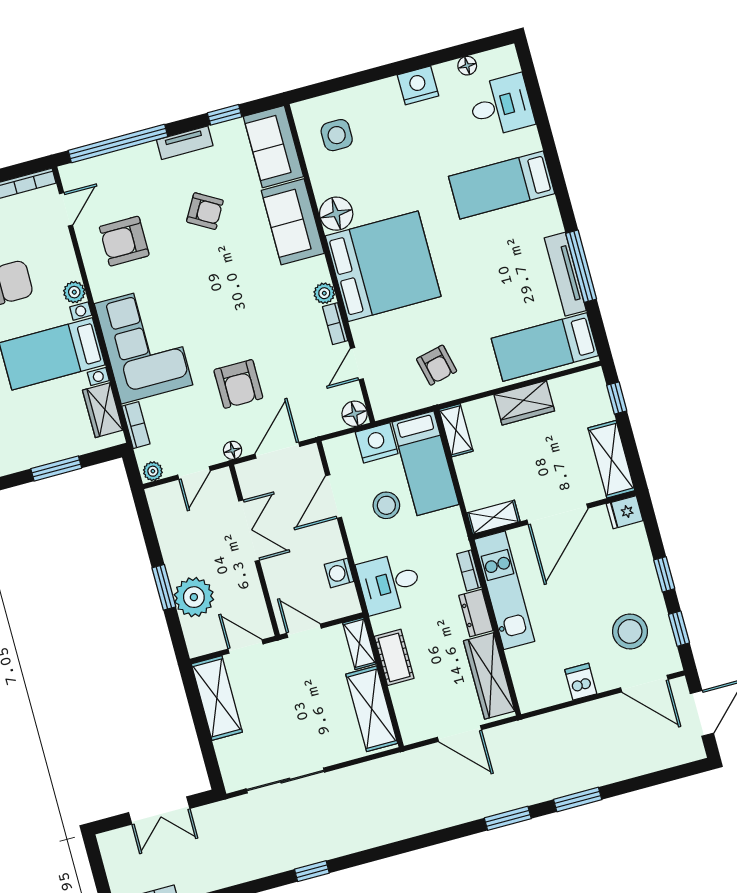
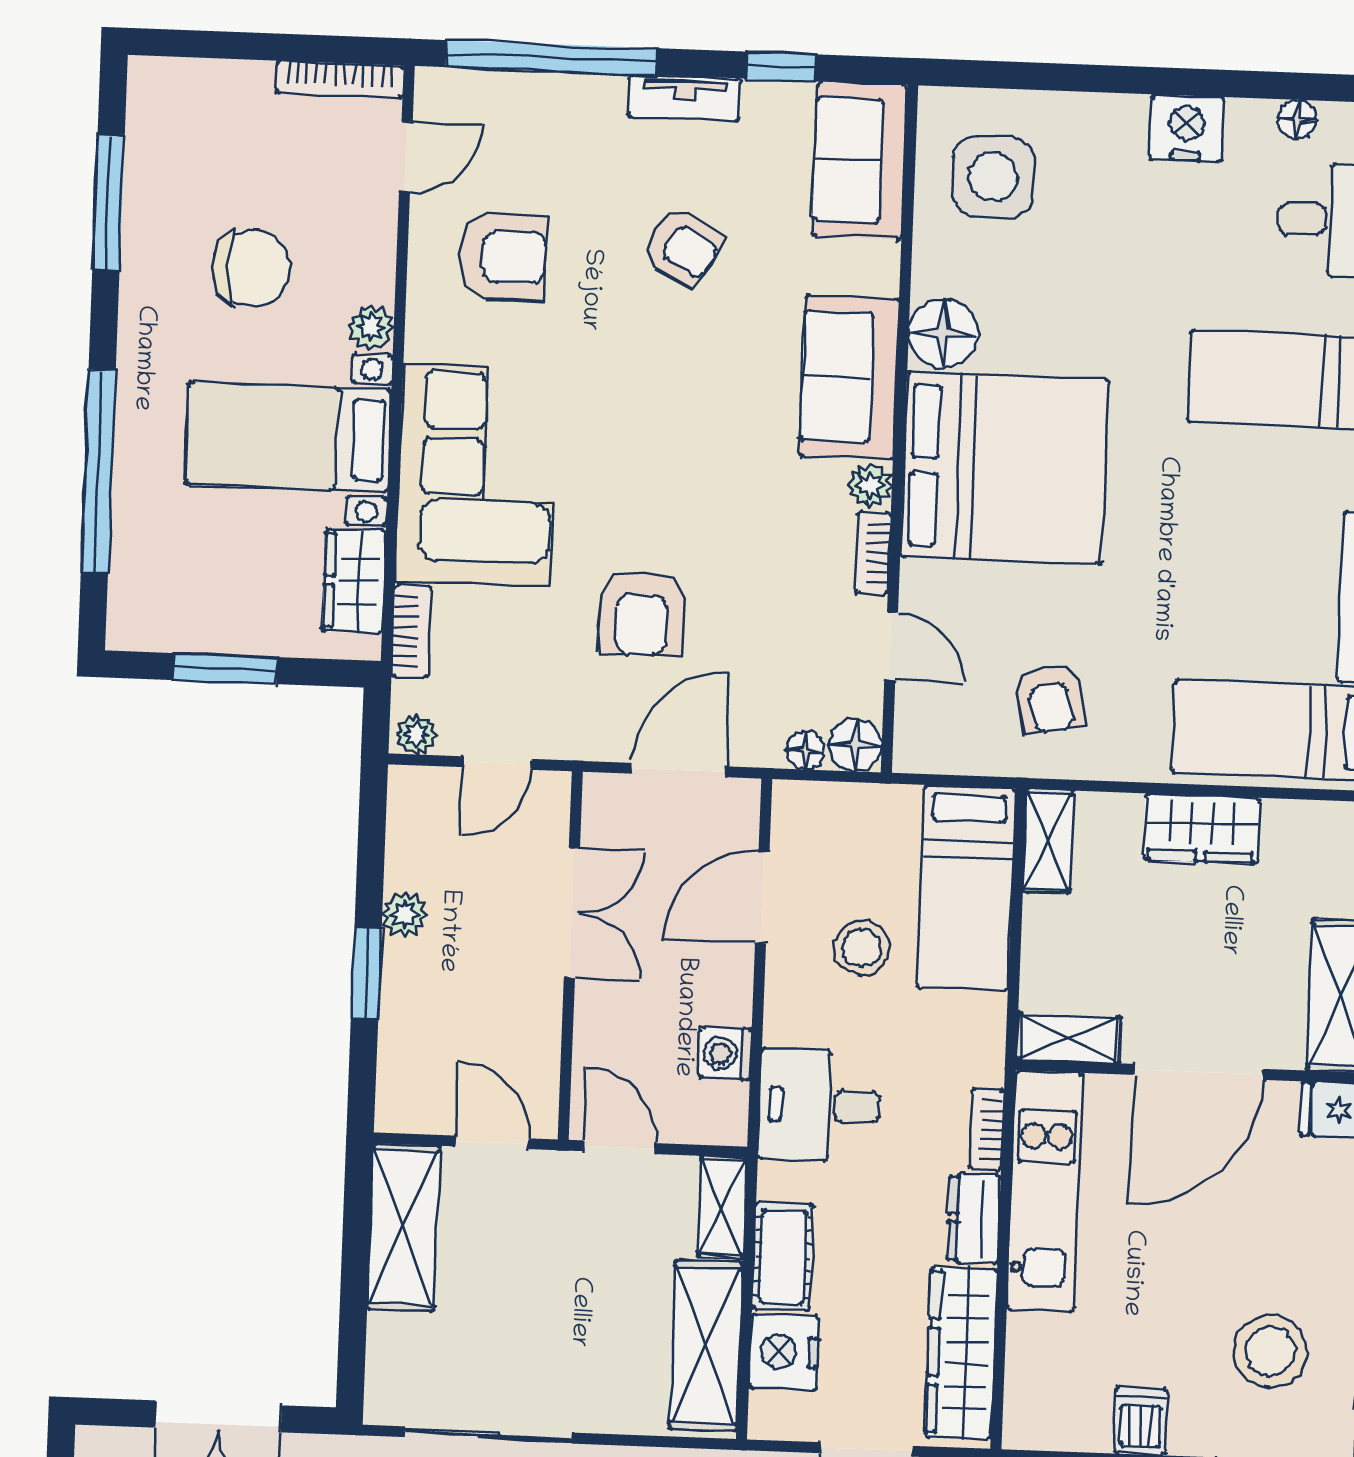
side table: (337, 135) -> (993, 177), width x1.37, depth x1.37
sofa: (293, 222) -> (849, 377), moved
armchair: (124, 241) -> (502, 257), turned 180
door: (357, 364) -> (891, 646), swing flipped
nightstand: (377, 443) -> (784, 1352), moved, turned -90
floor lamp: (233, 450) -> (805, 750), moved
plant: (194, 597) -> (404, 914), moved, width x0.53, depth x0.53

